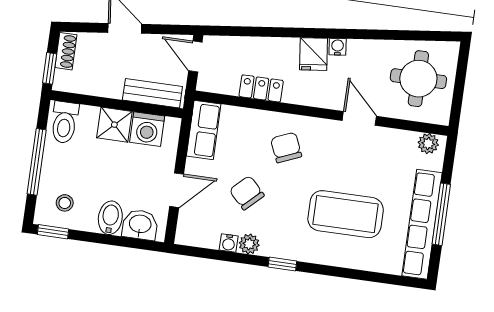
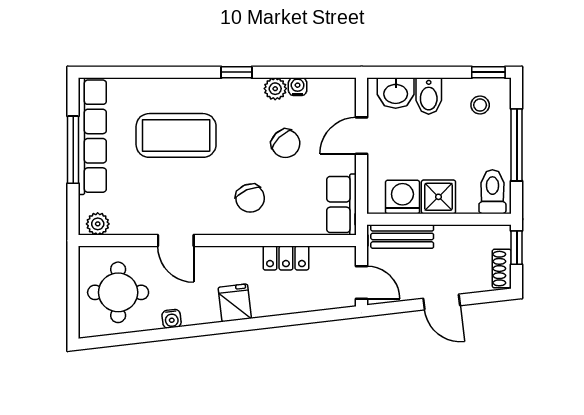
water cooler: (338, 47) -> (172, 319), moved

